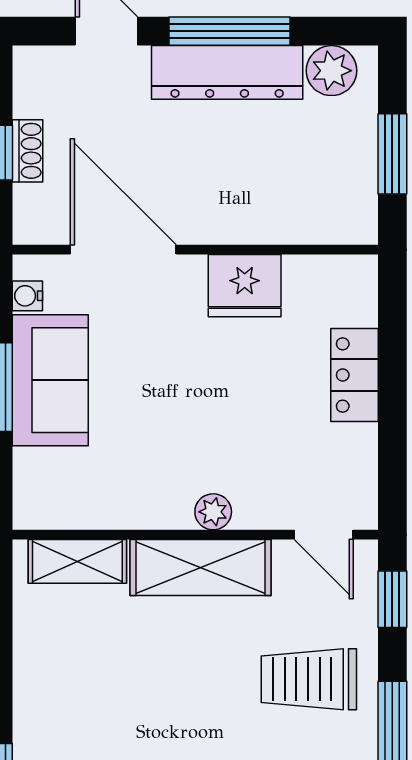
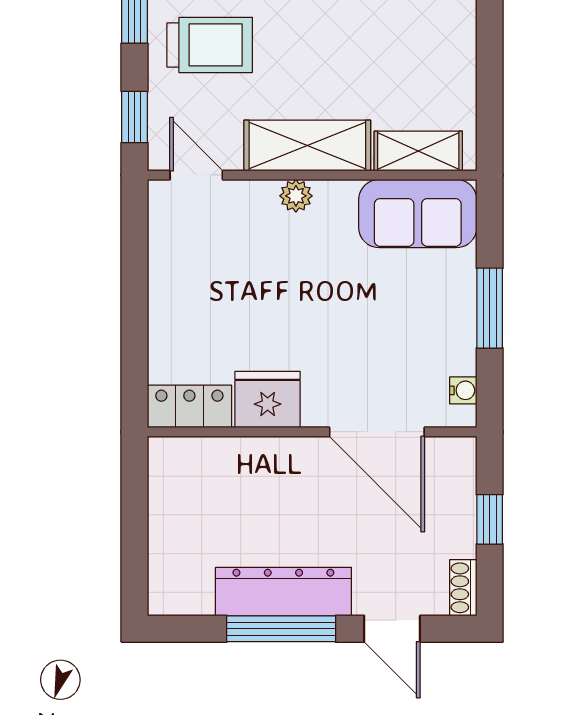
plant: (332, 71) -> (189, 593), removed
shoe rack: (28, 151) -> (463, 588), moved
window: (392, 154) -> (134, 518), removed
locker: (355, 375) -> (189, 406), moved, turned -90
sofa: (50, 380) -> (418, 214), moved, turned -90

